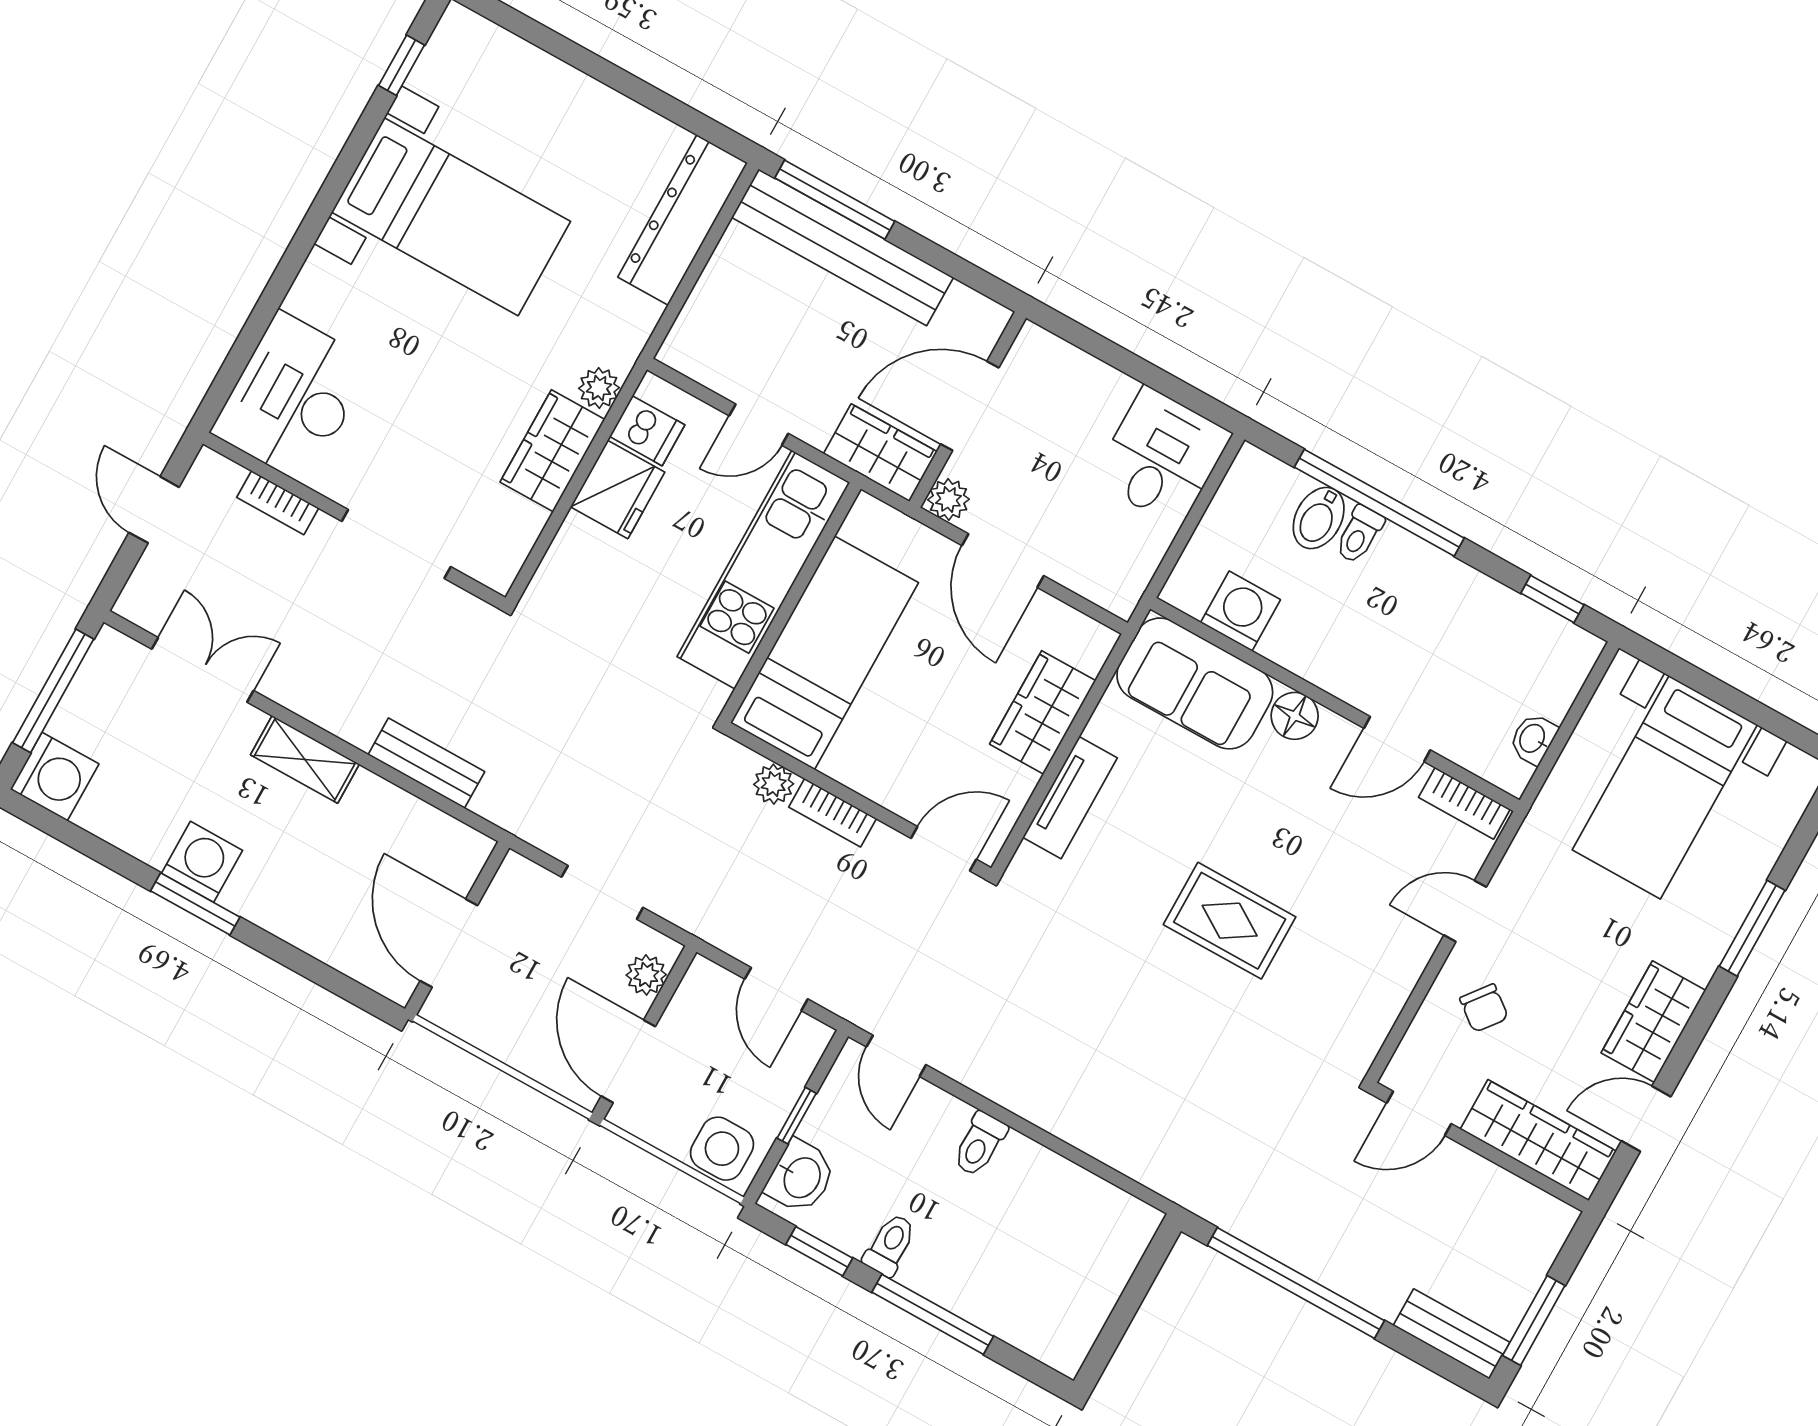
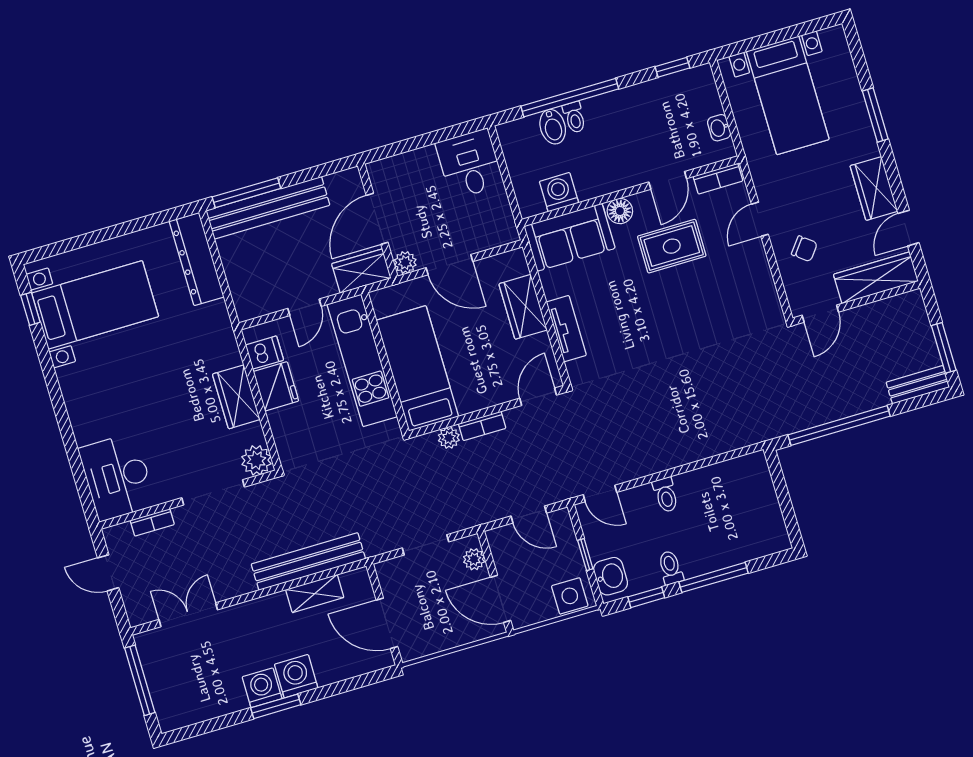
bed with nightstands: (451, 217) -> (95, 305), moved
plant: (599, 388) -> (256, 460), moved, width x1.38, depth x1.38
shelving: (305, 759) -> (315, 594), moved
bench: (426, 763) -> (308, 561), width x1.86, depth x1.21
washing machine: (55, 777) -> (296, 676), moved, turned -90
rug: (1230, 921) -> (672, 246), moved

